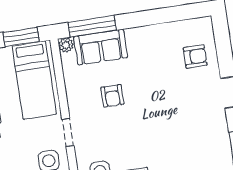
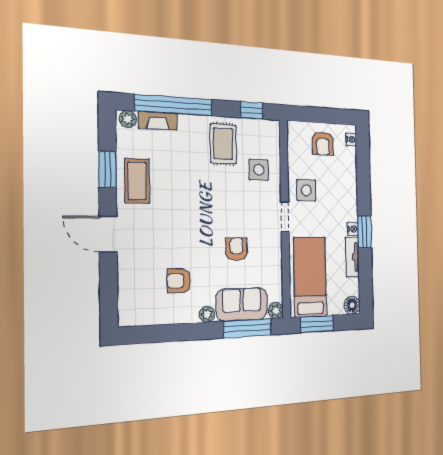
plant: (133, 35) -> (207, 314), added
armchair: (195, 57) -> (179, 281), moved
coffee table: (212, 141) -> (137, 181), added

